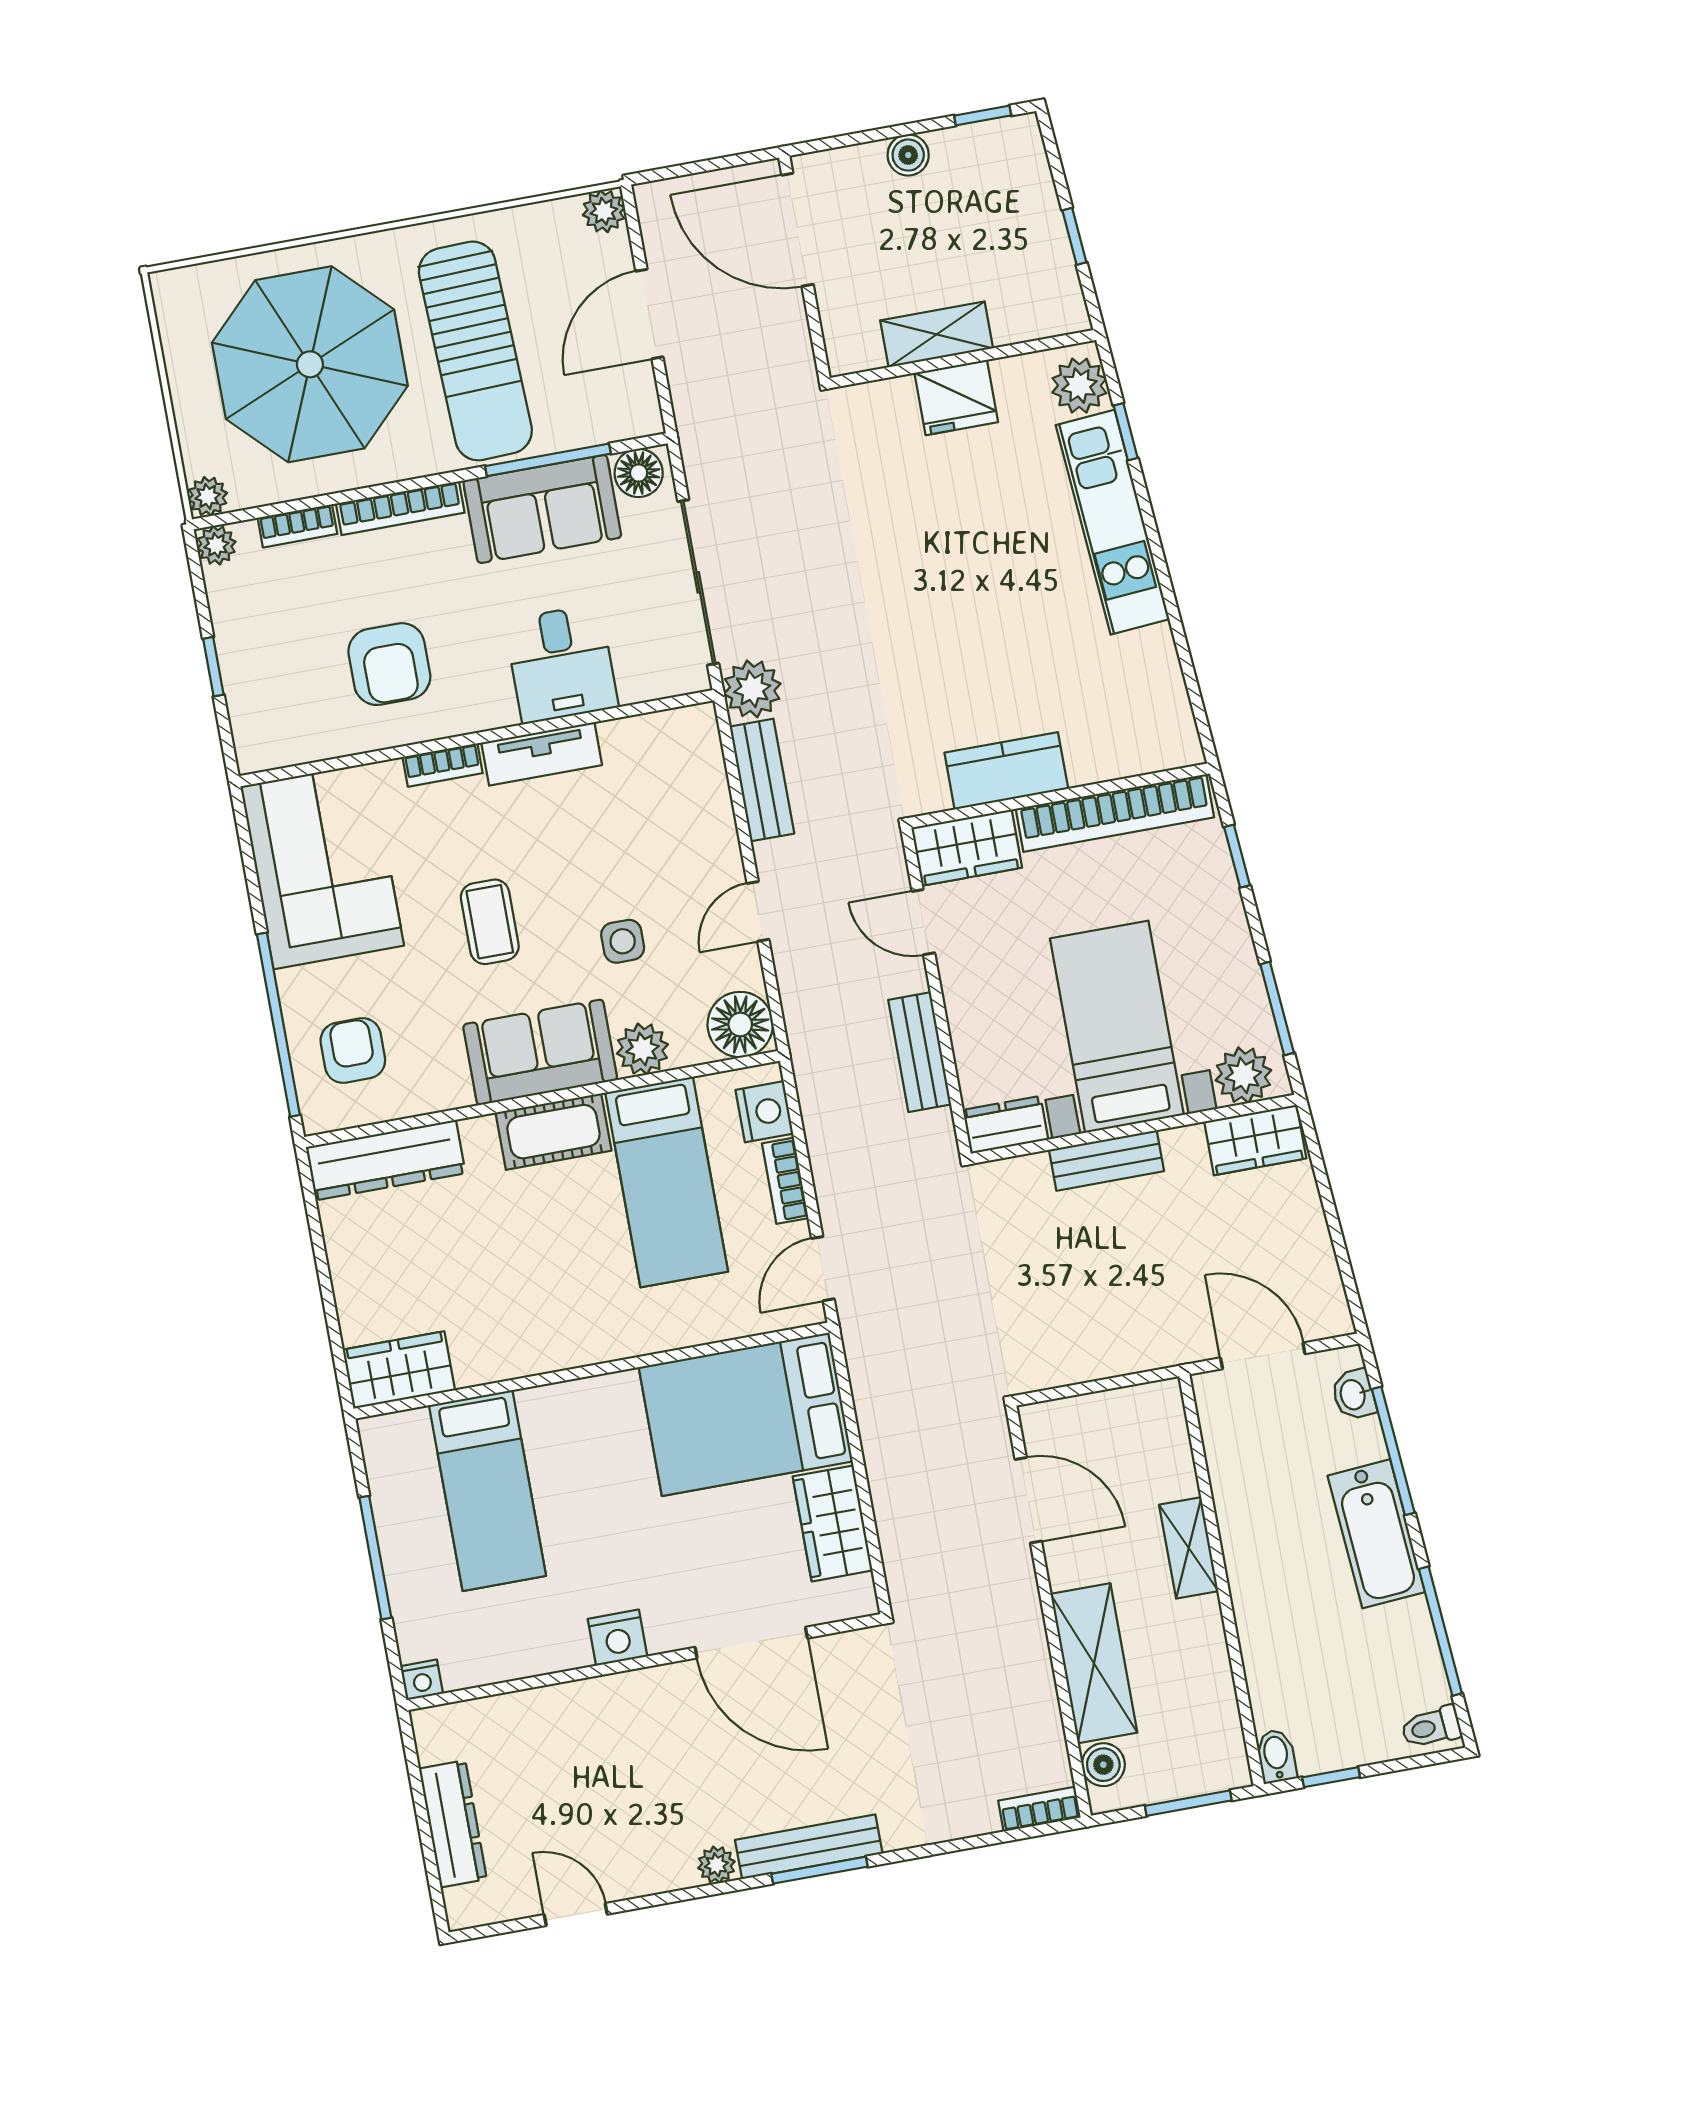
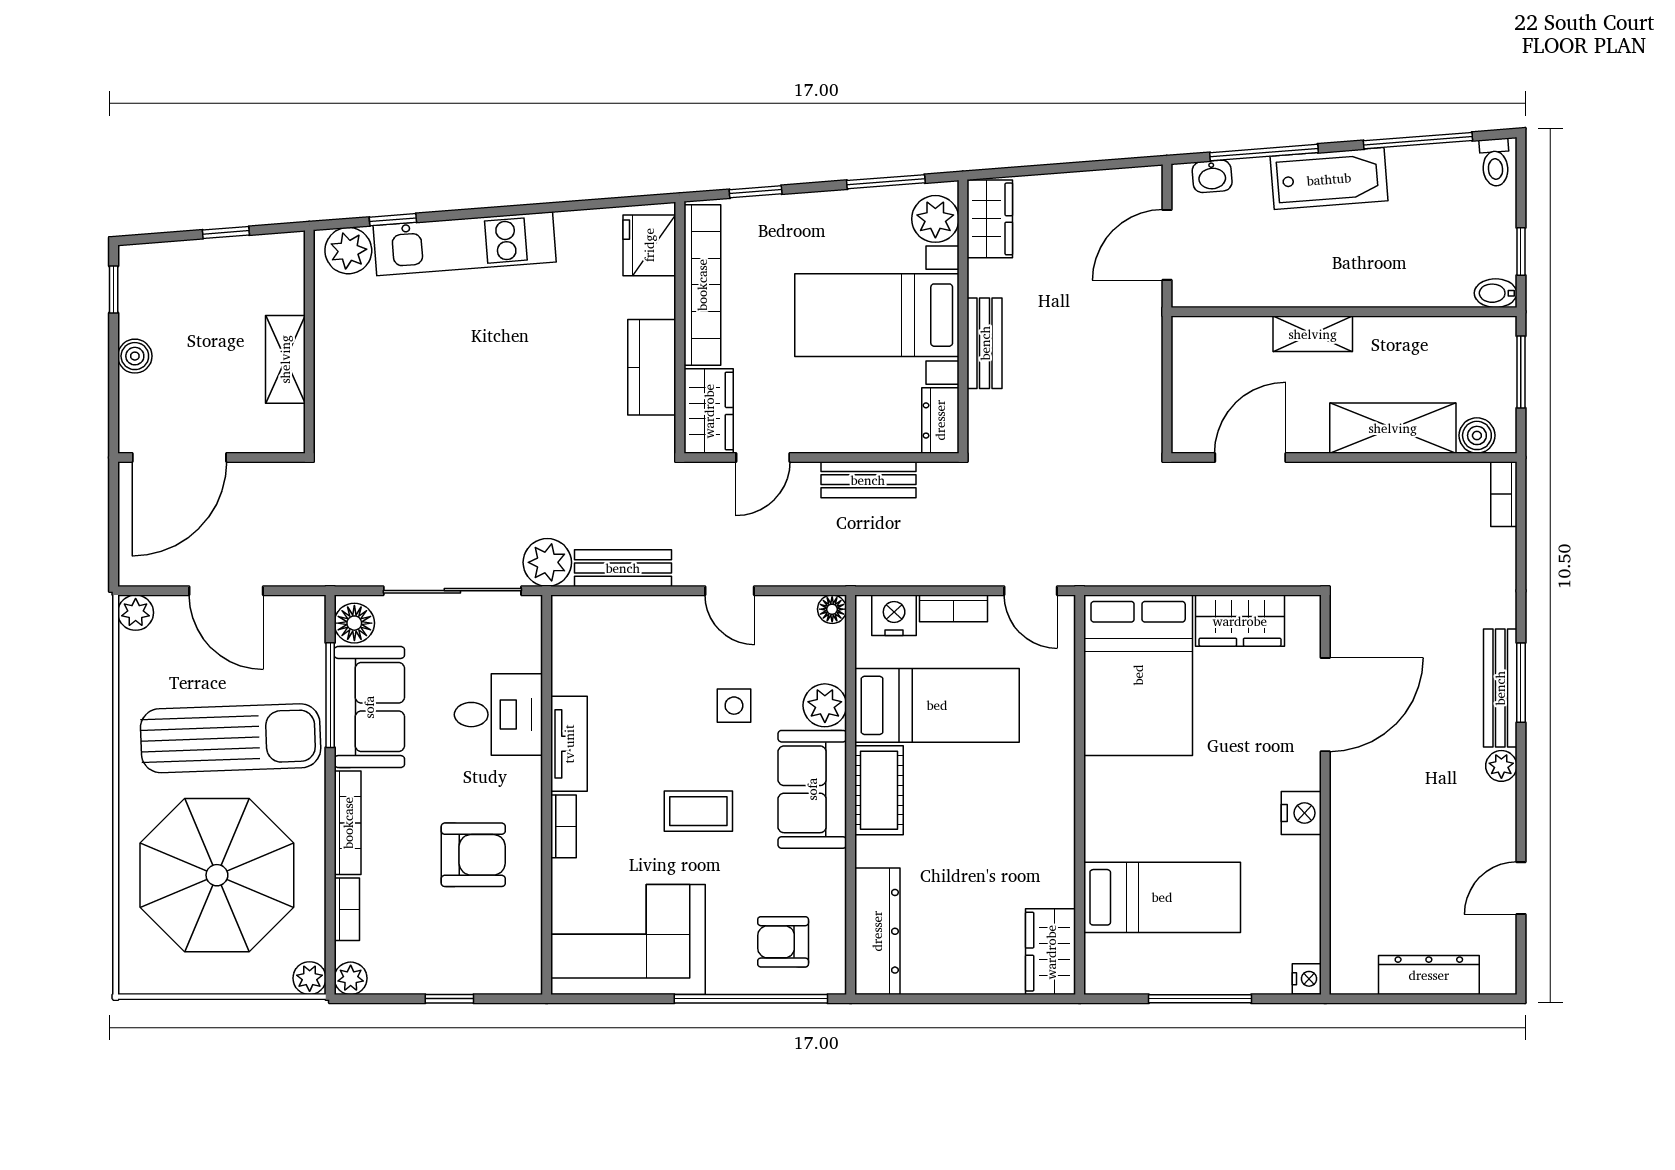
fridge: (956, 397) -> (649, 245), moved, turned 180
floor lamp: (740, 1025) -> (832, 609), width x0.53, depth x0.53

